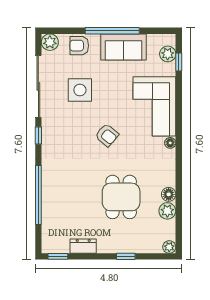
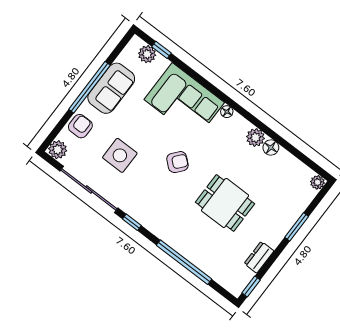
armchair: (79, 46) -> (80, 126), turned 180
dining table: (121, 197) -> (225, 203), moved
plant: (167, 211) -> (255, 138), moved
window: (126, 256) -> (297, 227), width x1.50

